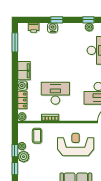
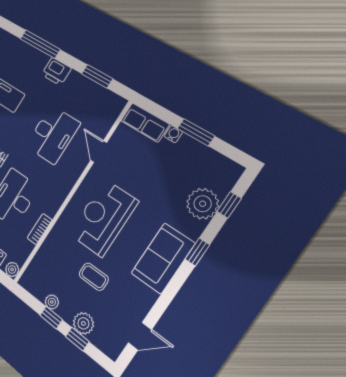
coffee table: (37, 136) -> (94, 277), moved
plant: (24, 157) -> (83, 323), moved

